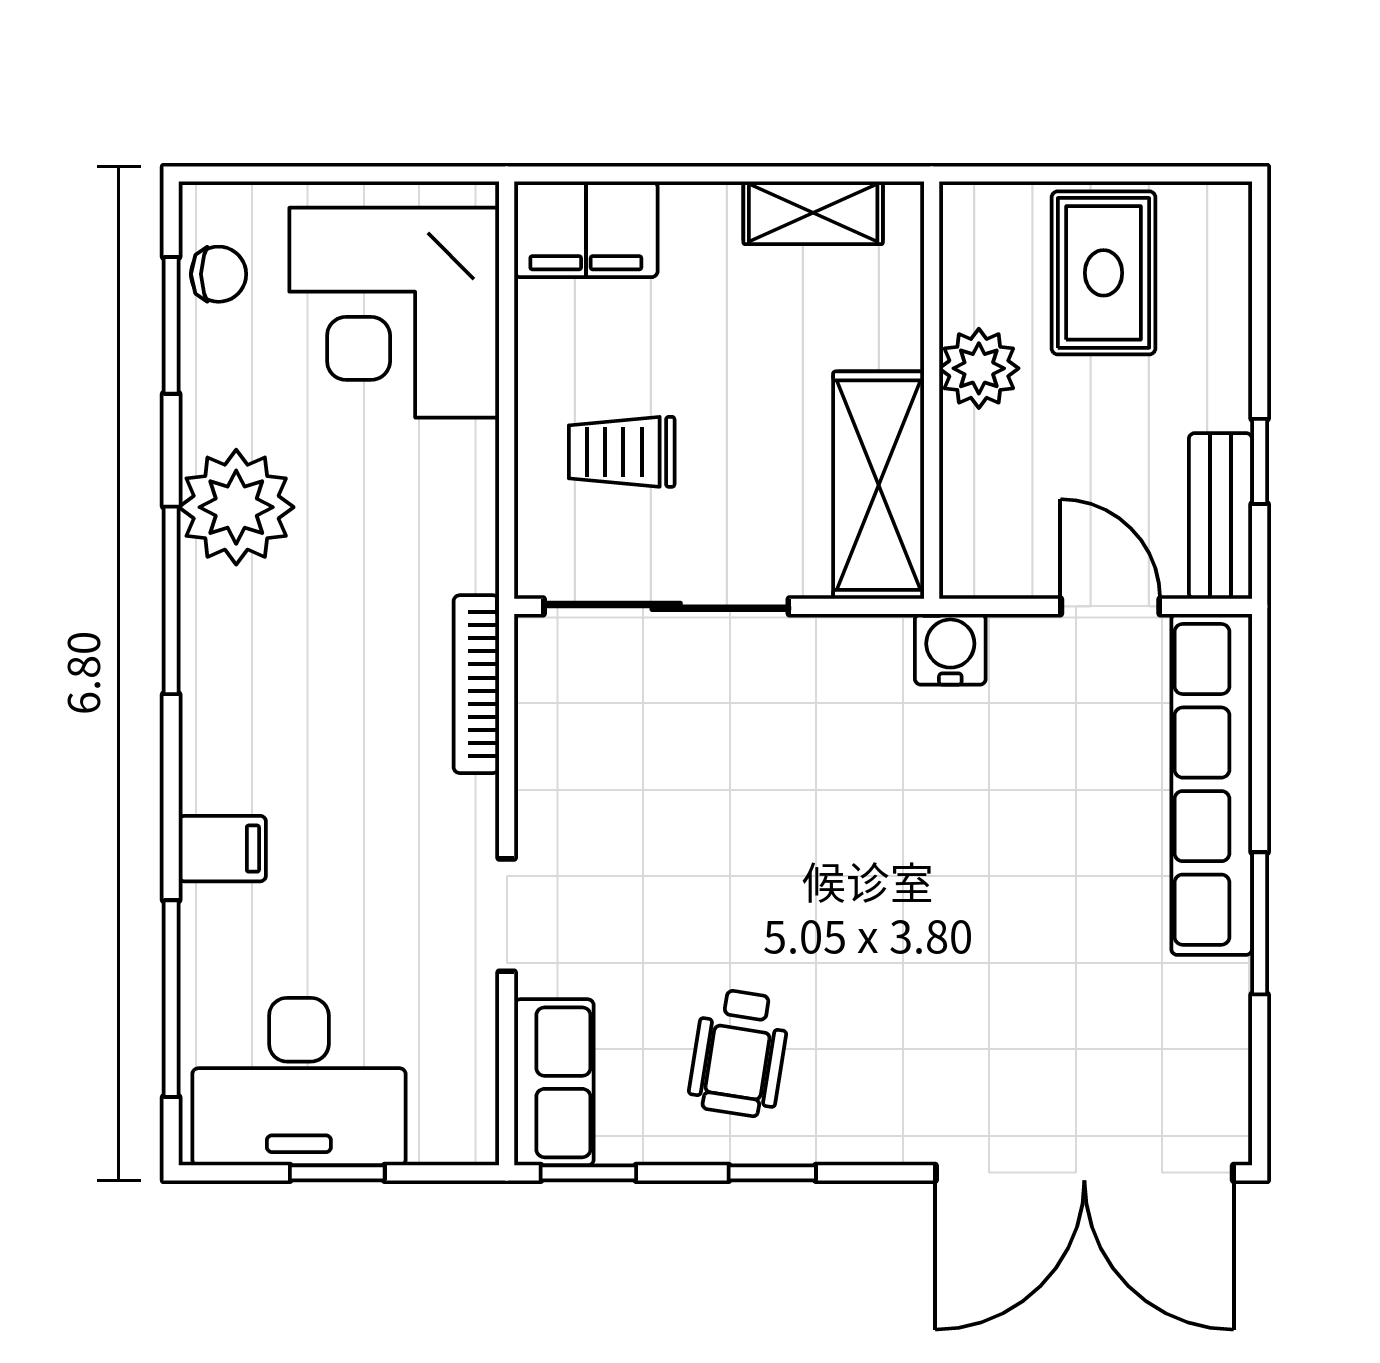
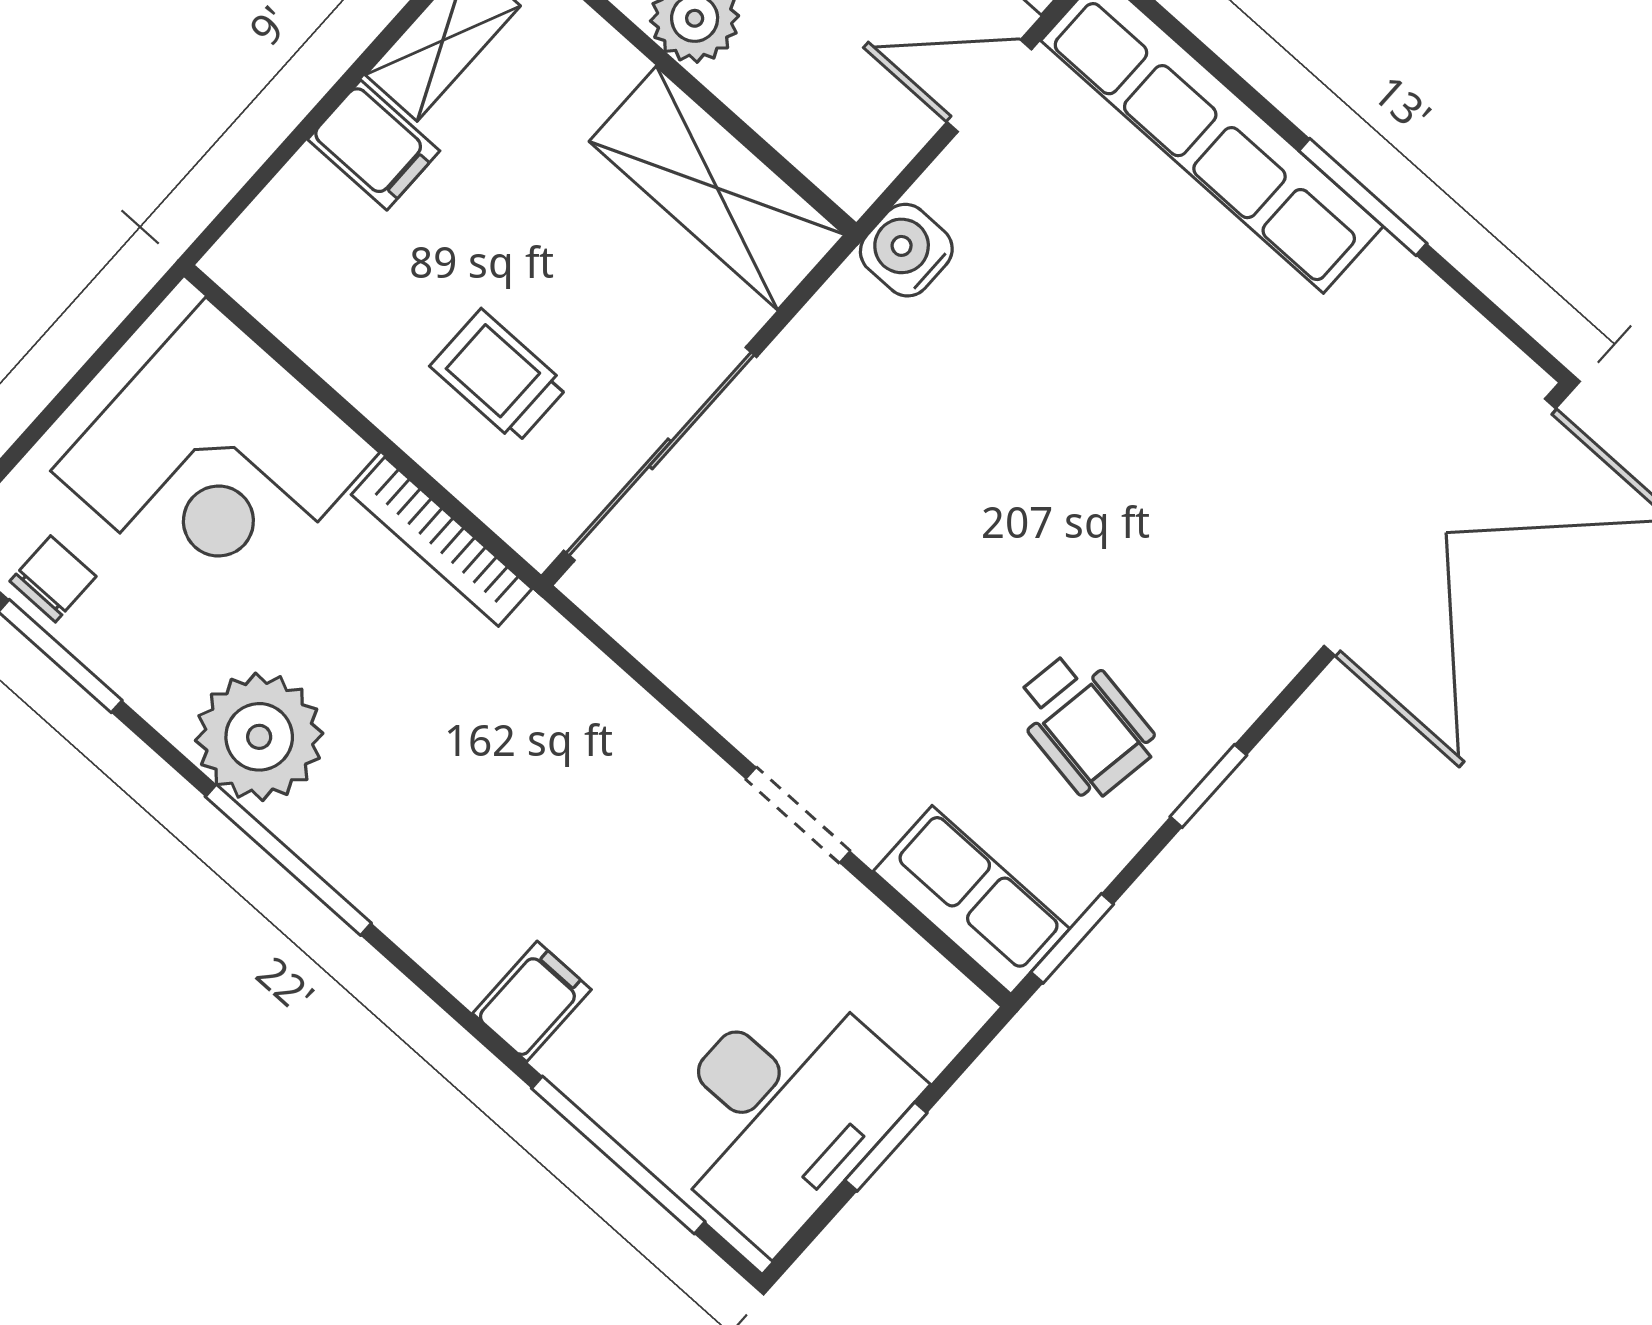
filing cabinet: (586, 229) -> (374, 145), moved, width x0.50
trolley: (622, 452) -> (499, 376), turned 90
bookcase: (476, 684) -> (442, 542), moved

